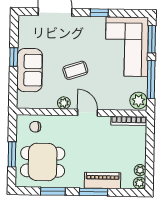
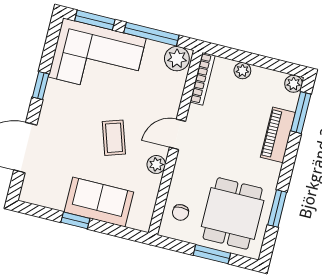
plant: (140, 170) -> (242, 71), moved
window: (94, 192) -> (301, 113), moved

